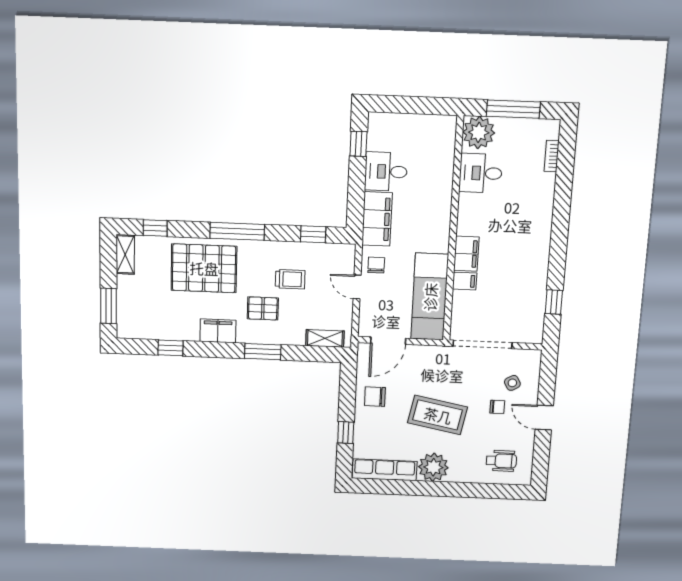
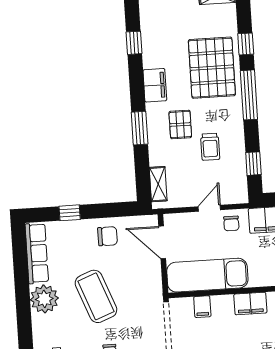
window: (155, 228) -> (246, 44), moved
chair: (376, 265) -> (231, 223), turned 90
filing cabinet: (465, 281) -> (202, 307), moved
chair: (375, 397) -> (107, 236), turned 90
coffee table: (438, 415) -> (96, 296), turned -32

